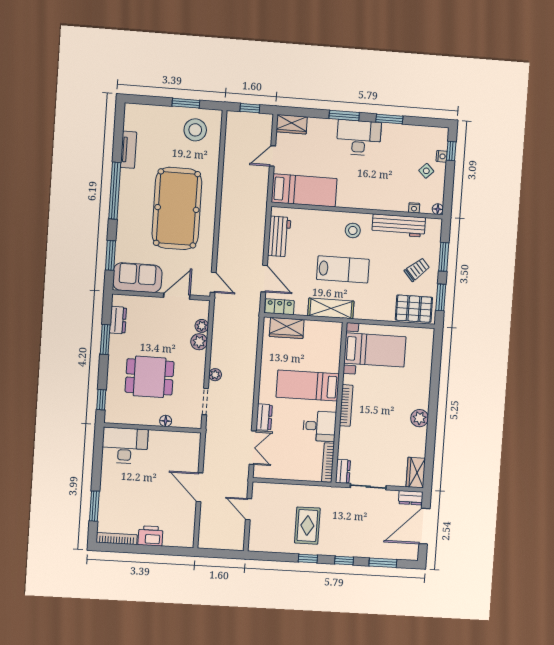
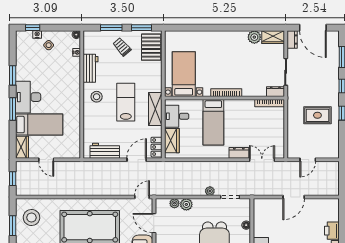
bed: (304, 190) -> (39, 125), moved, turned 90
workbench: (399, 226) -> (90, 68), width x0.73
plant: (420, 418) -> (254, 37), moved
desk: (320, 426) -> (177, 116), moved, turned -90

